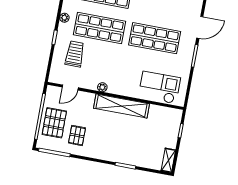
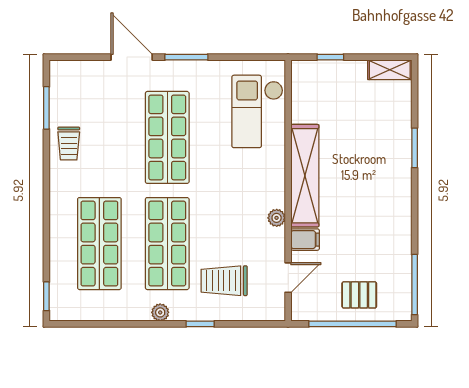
door: (70, 87) -> (288, 278), hinge flipped
filing cabinet: (88, 100) -> (305, 240), added
pallet: (54, 123) -> (359, 295), width x0.67, depth x0.71
pallet: (77, 135) -> (375, 248), removed

